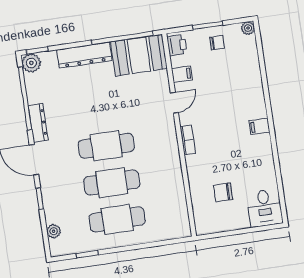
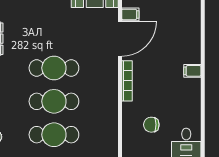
door: (174, 103) -> (120, 39), width x1.88
bookcase: (188, 140) -> (127, 81), width x1.56

